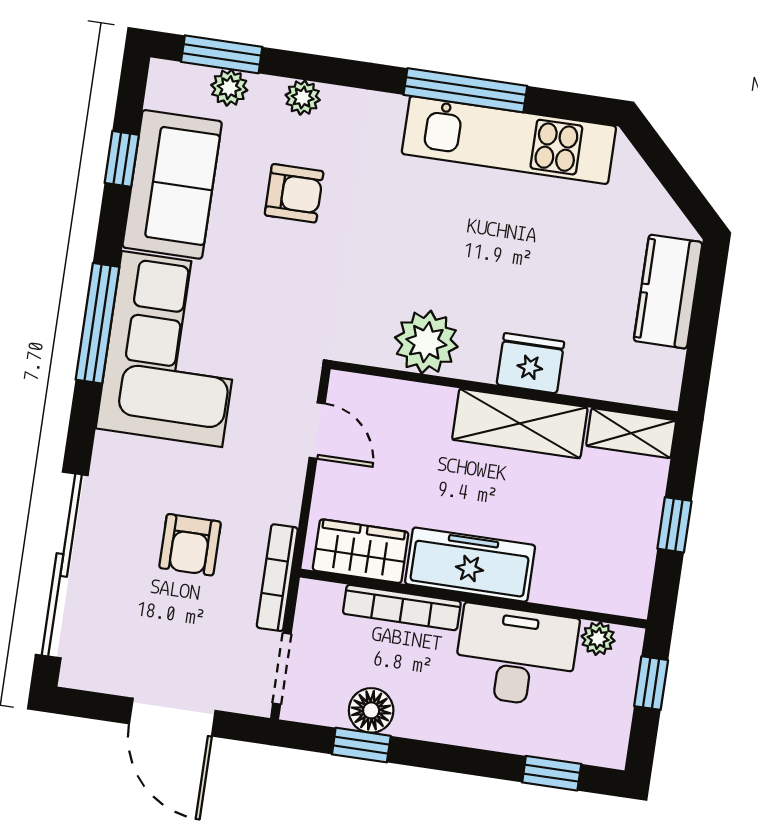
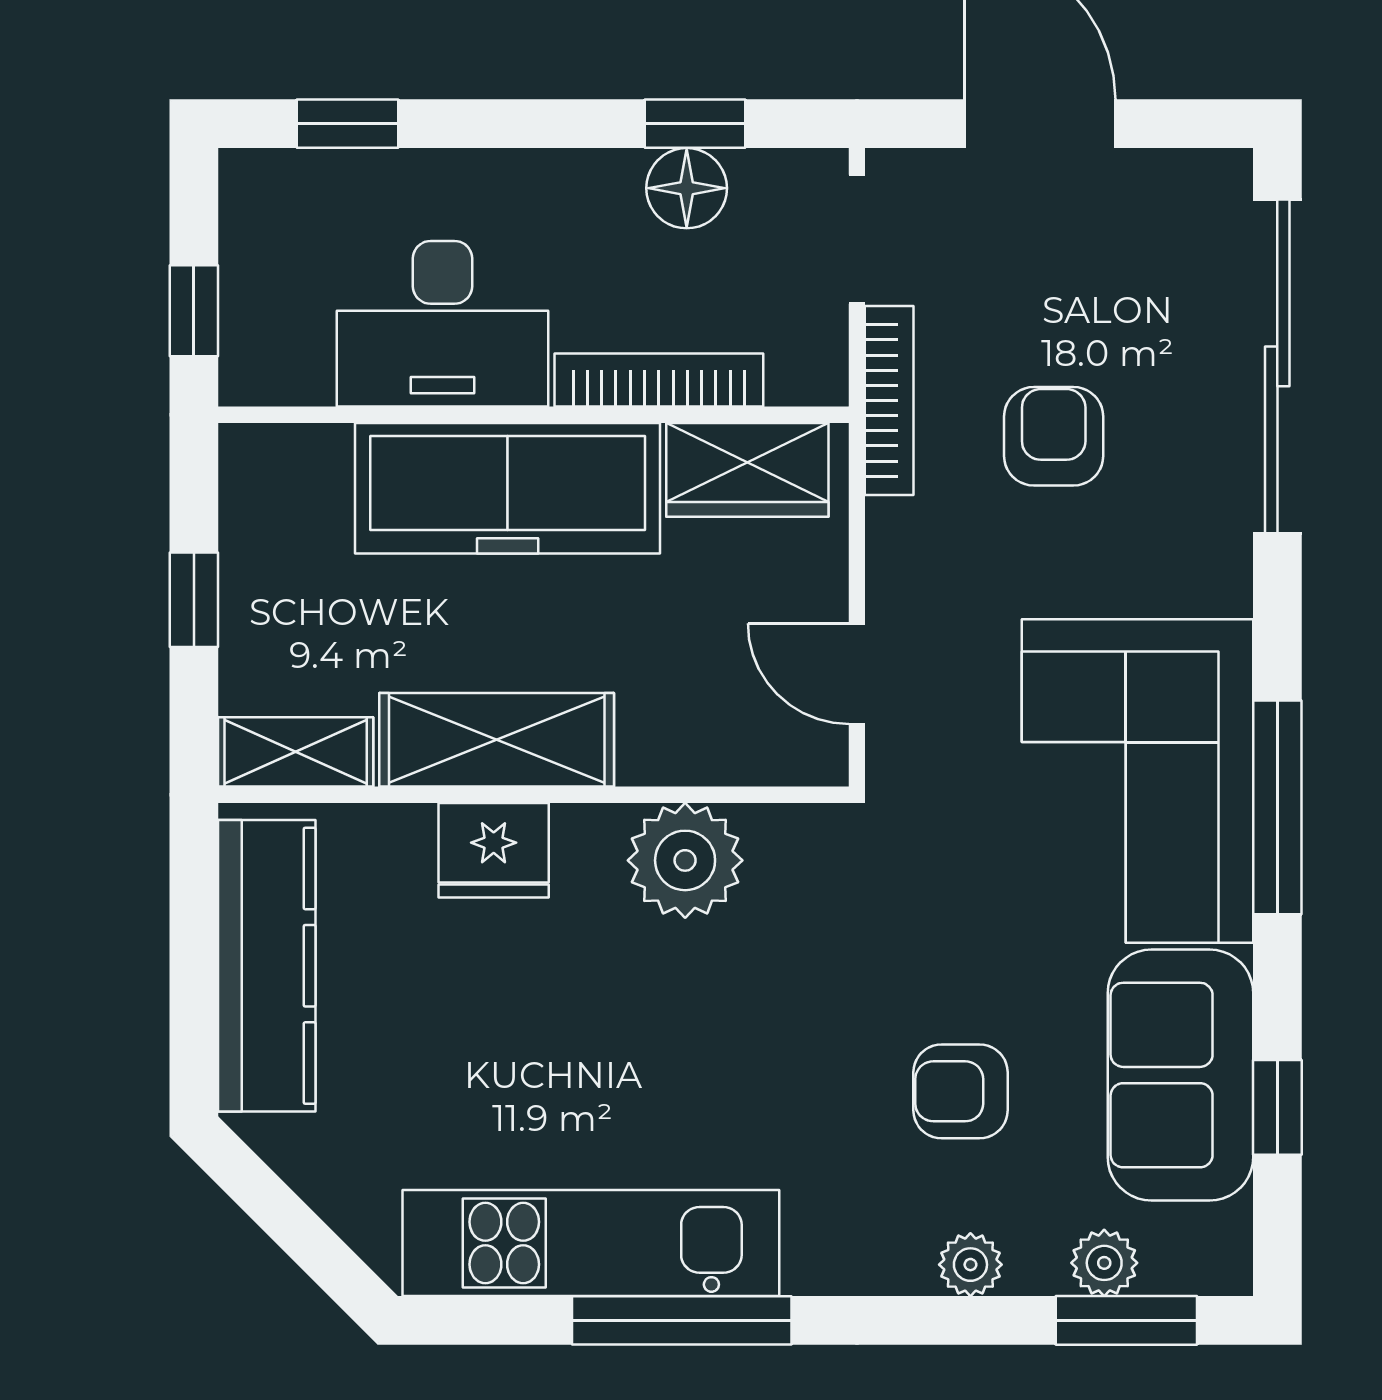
kitchen counter: (668, 292) -> (267, 966), width x1.50
freezer: (470, 565) -> (508, 488), width x1.36, depth x1.26
plant: (598, 638) -> (300, 376), removed

